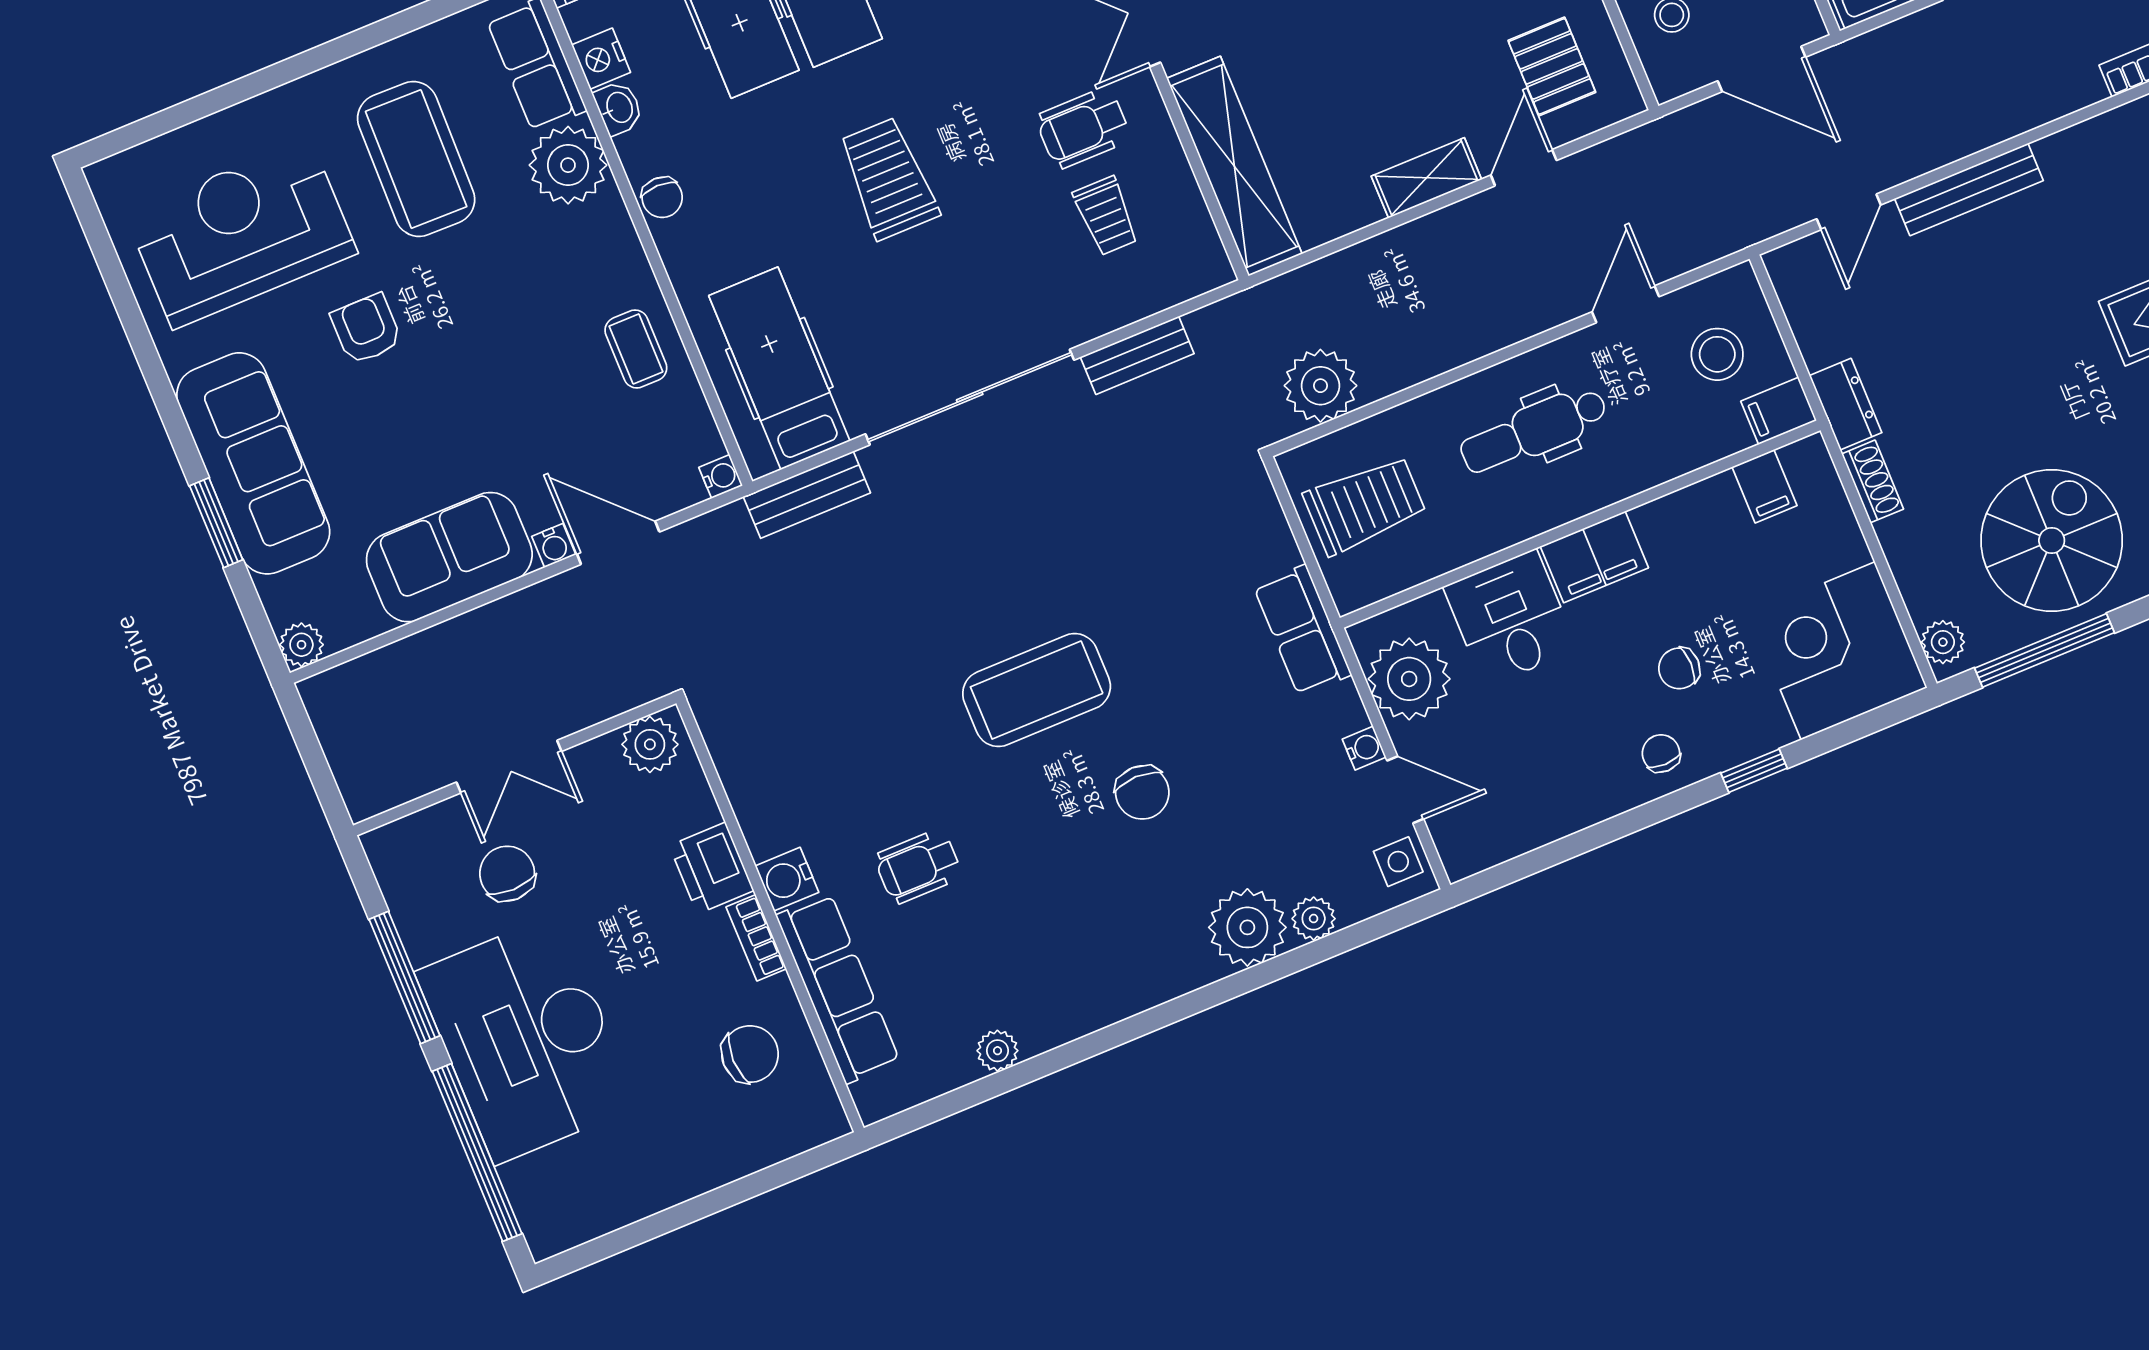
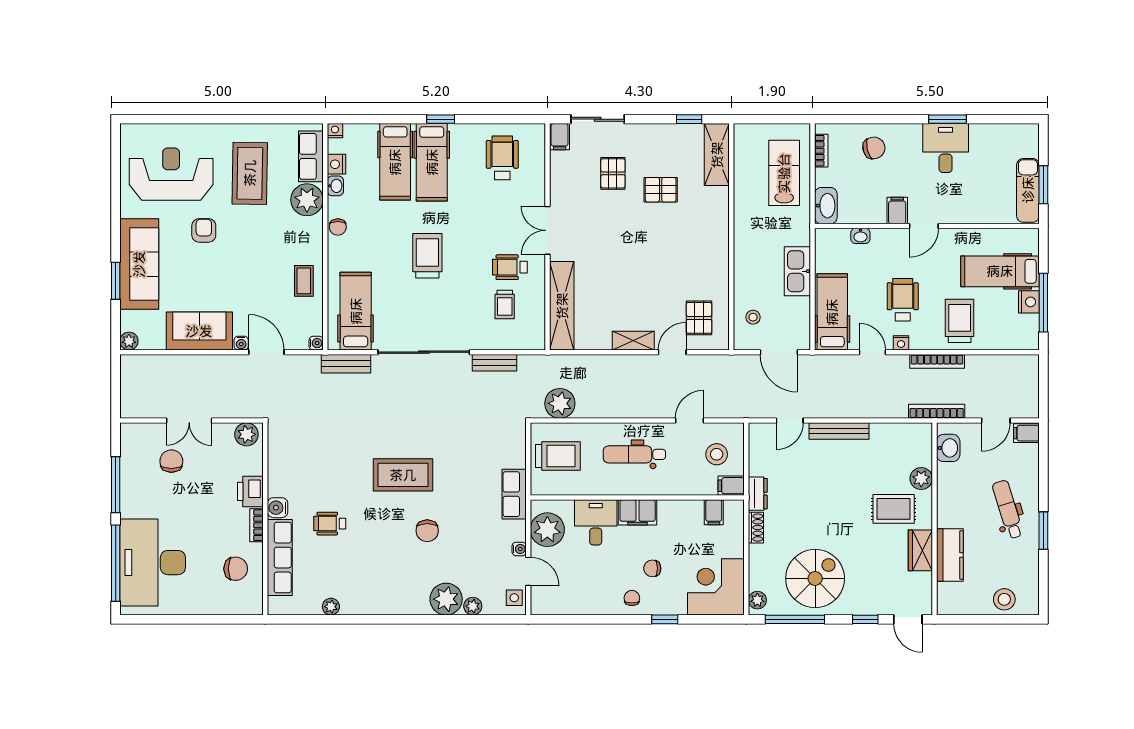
desk: (527, 1039) -> (153, 563), moved

